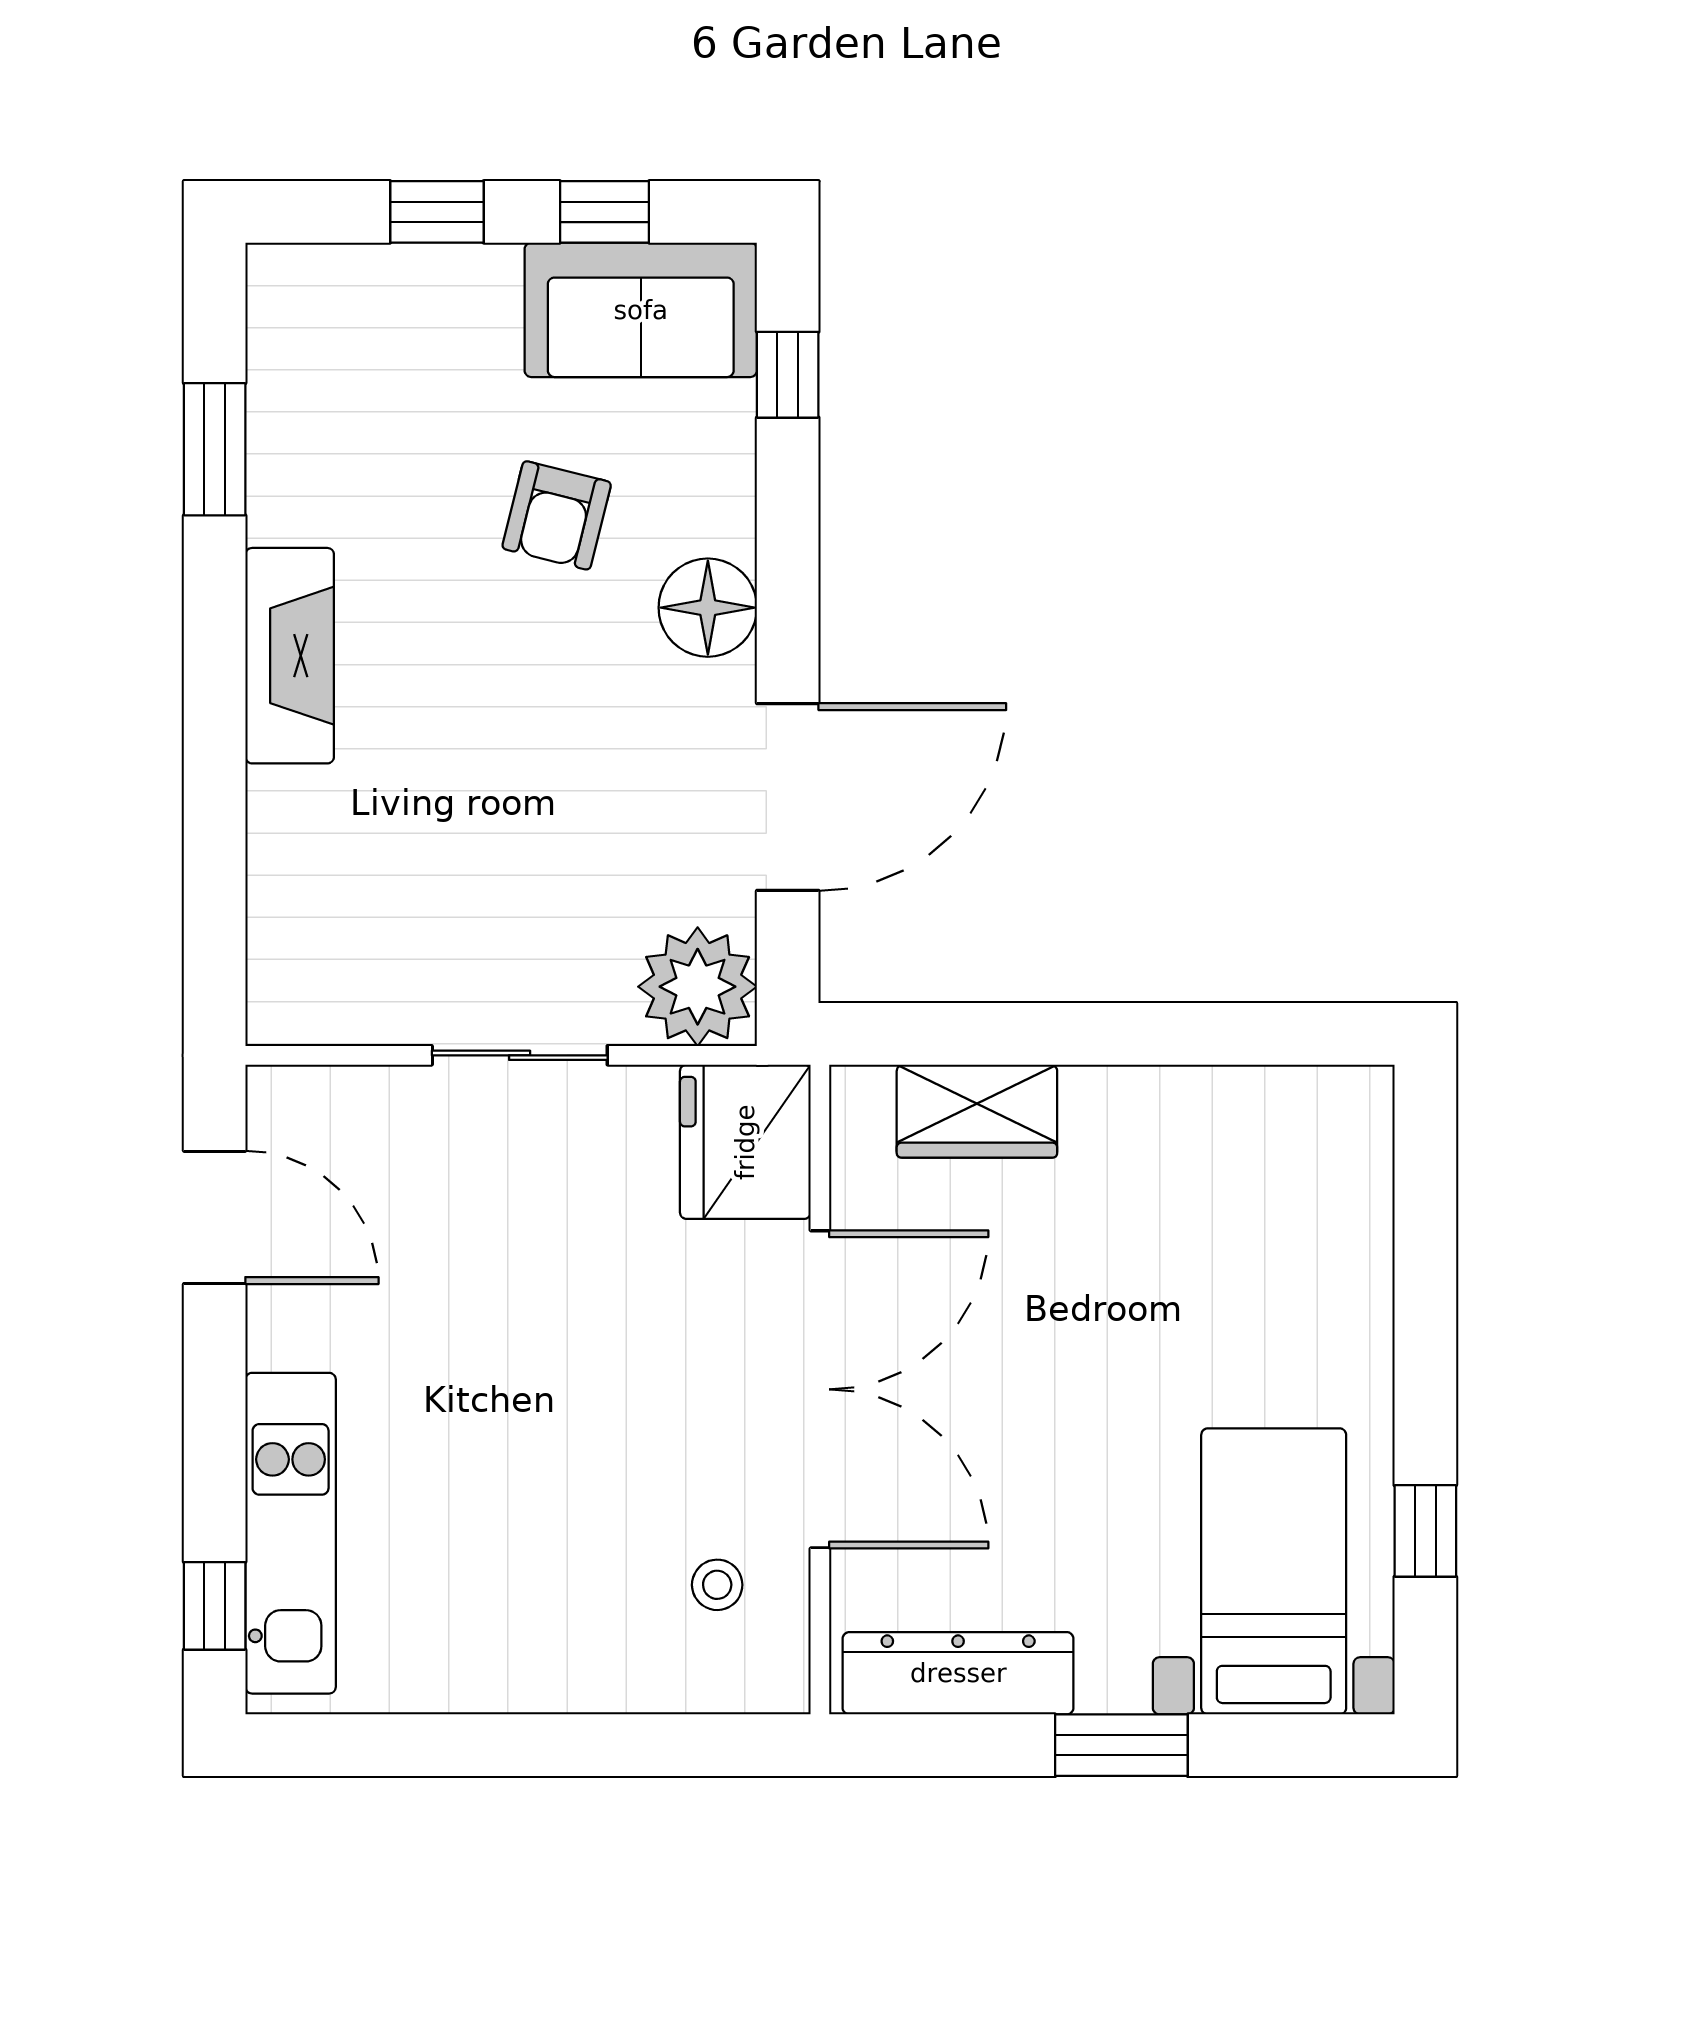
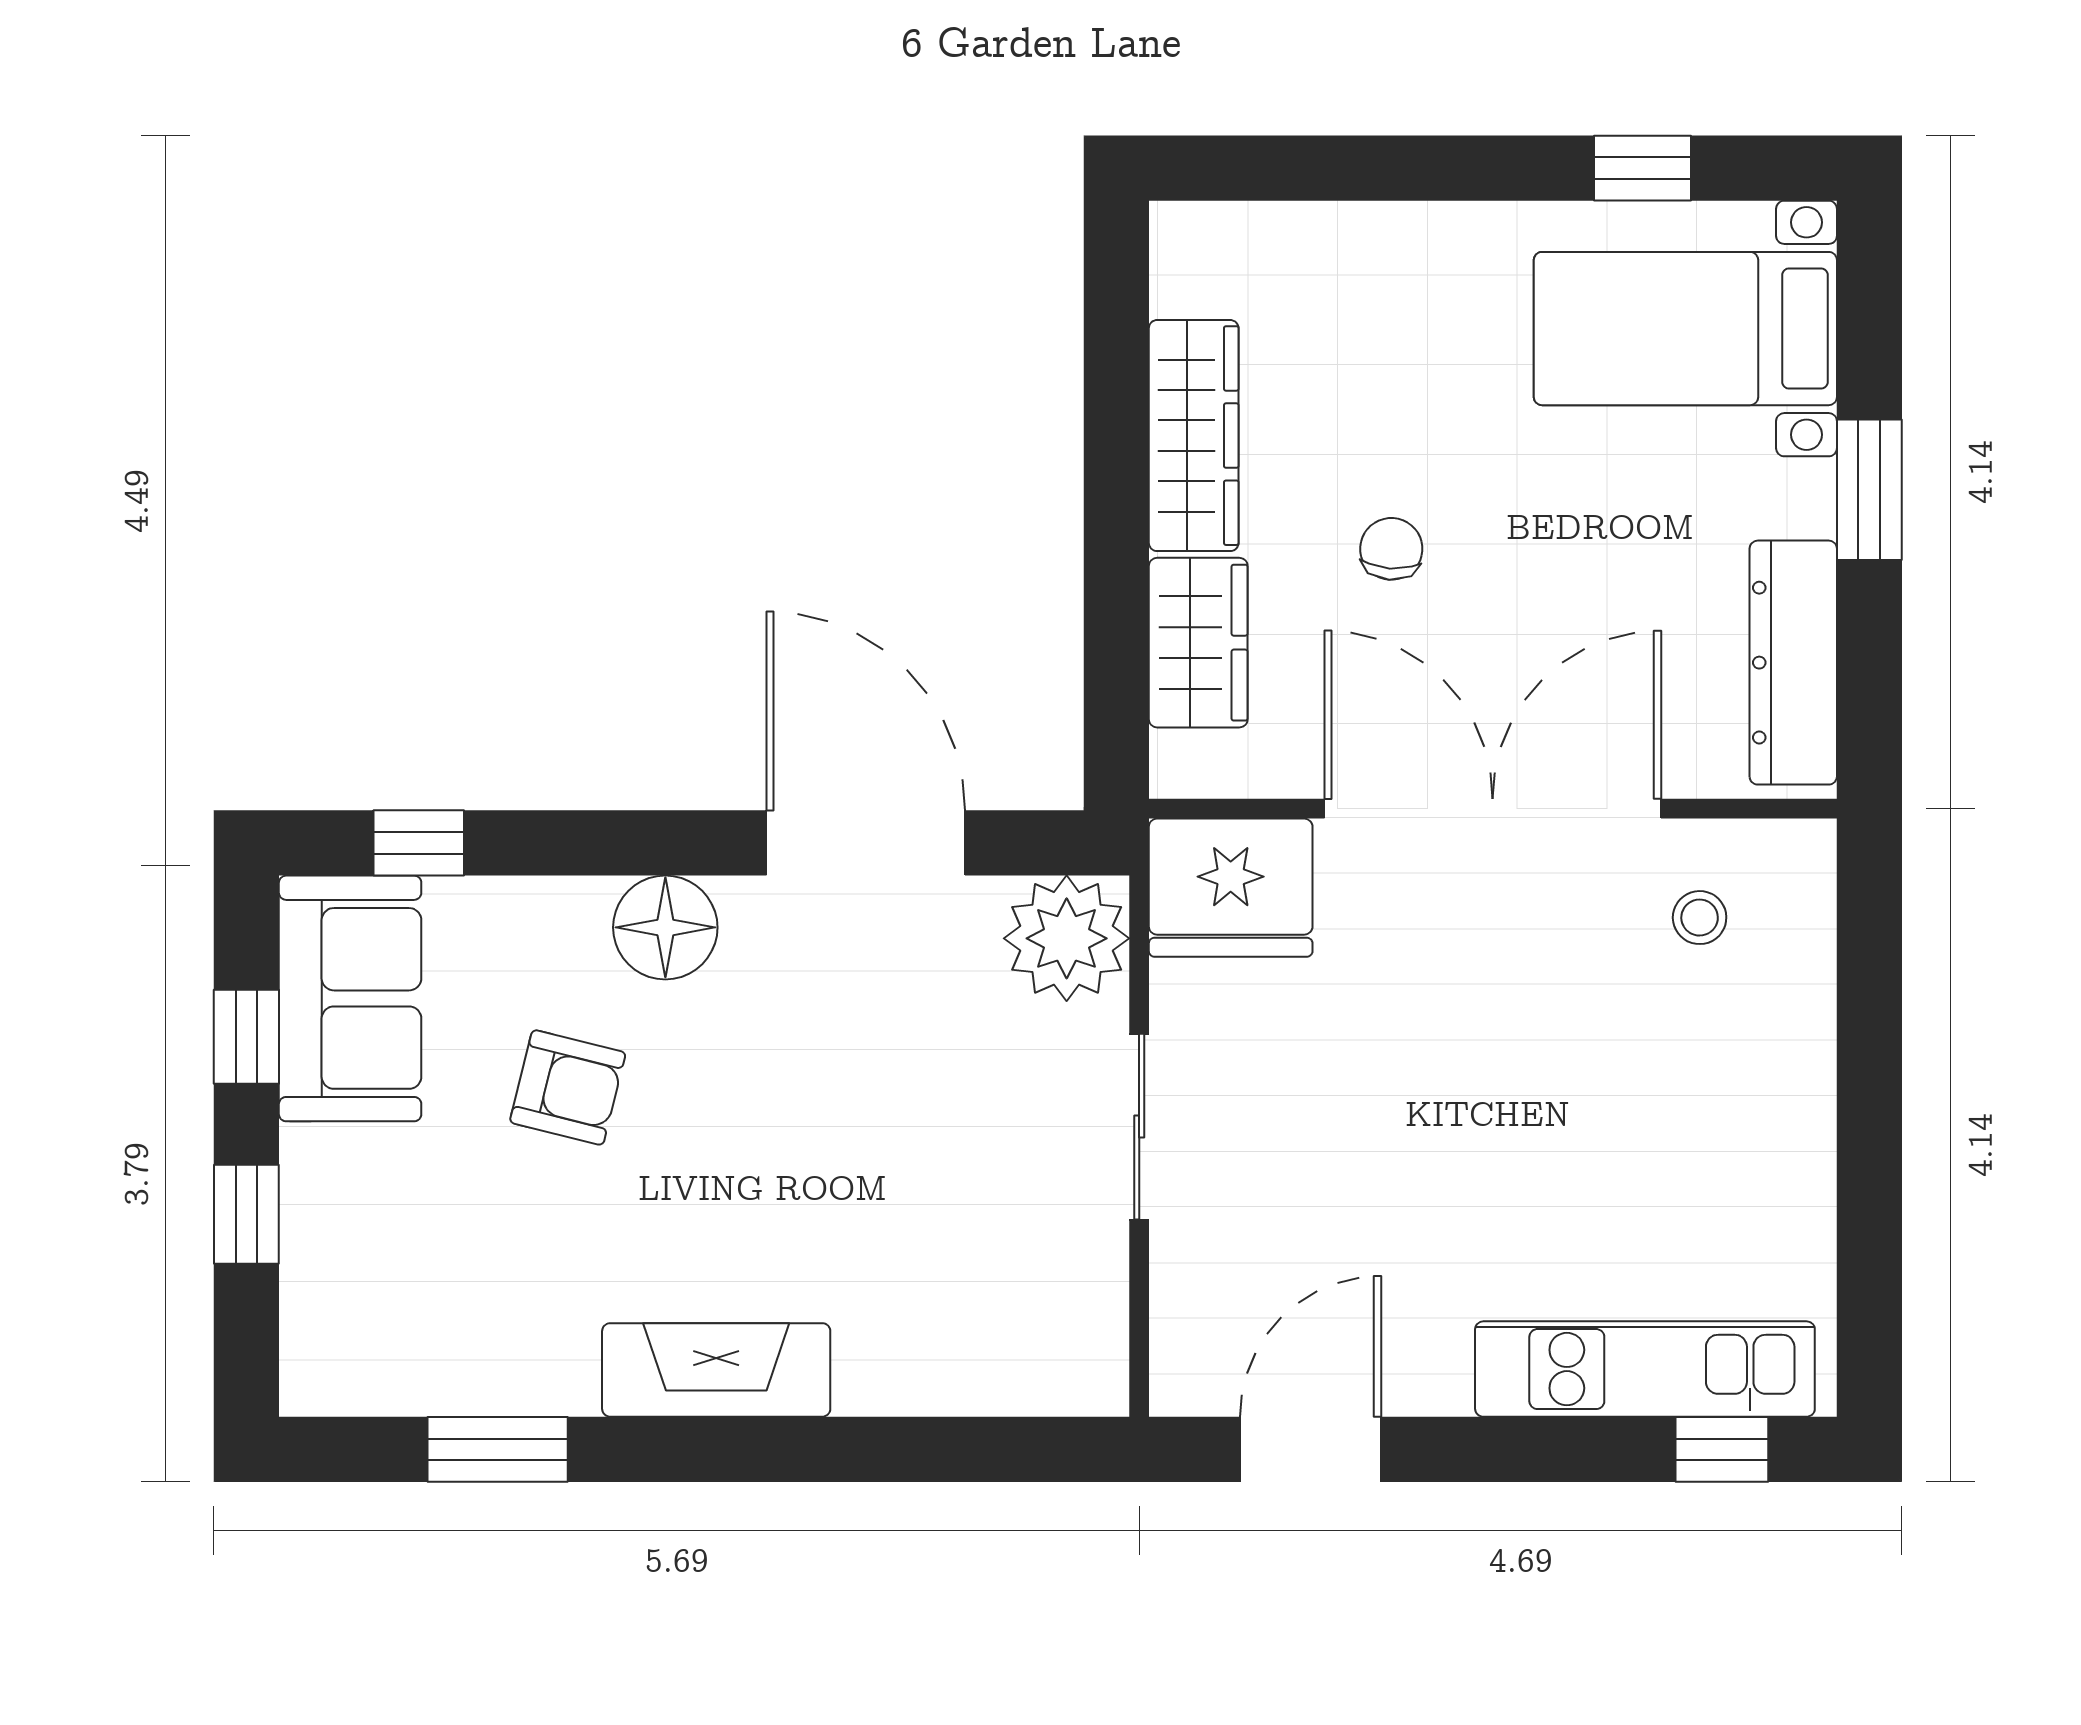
wardrobe: (1173, 1107) -> (1194, 436), added
chair: (1066, 1294) -> (1391, 549), added

